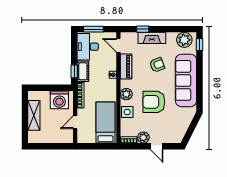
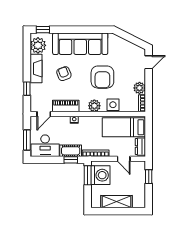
fireplace: (152, 38) -> (36, 69), moved
window: (59, 88) -> (88, 175), added
dresser: (87, 138) -> (140, 147), added
window: (58, 146) -> (149, 177), added
door: (157, 146) -> (149, 62), moved

